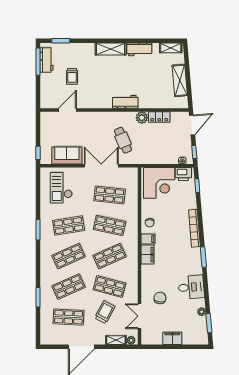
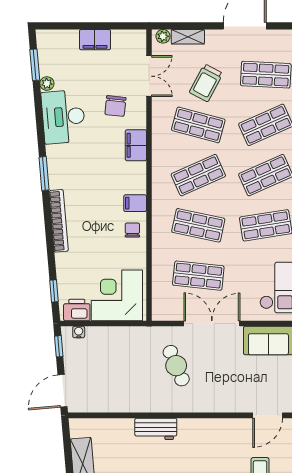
workbench: (125, 102) -> (156, 429), moved
locker: (159, 117) -> (116, 404), removed
plant: (142, 118) -> (145, 403), removed
double door: (101, 166) -> (212, 324), swing flipped
filing cabinet: (147, 255) -> (136, 145), moved
desk: (191, 287) -> (63, 117), width x1.37

